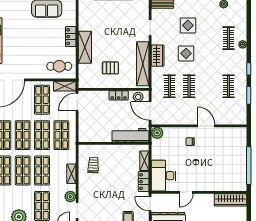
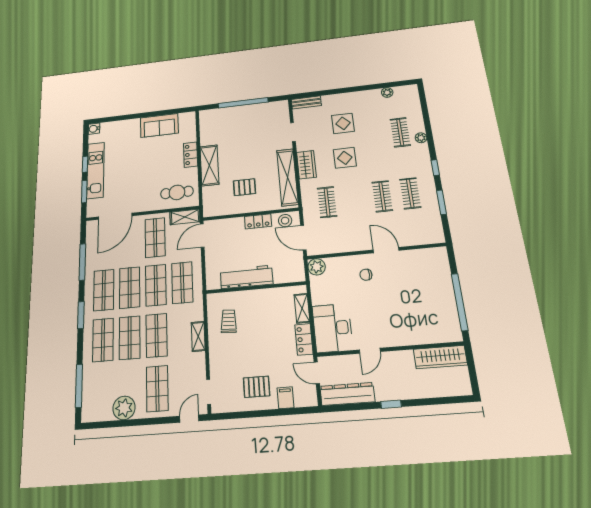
clothes rail: (189, 86) -> (382, 196), moved
workbench: (130, 135) -> (246, 277), moved
plant: (70, 197) -> (198, 371), removed
pallet: (109, 210) -> (257, 387), added

